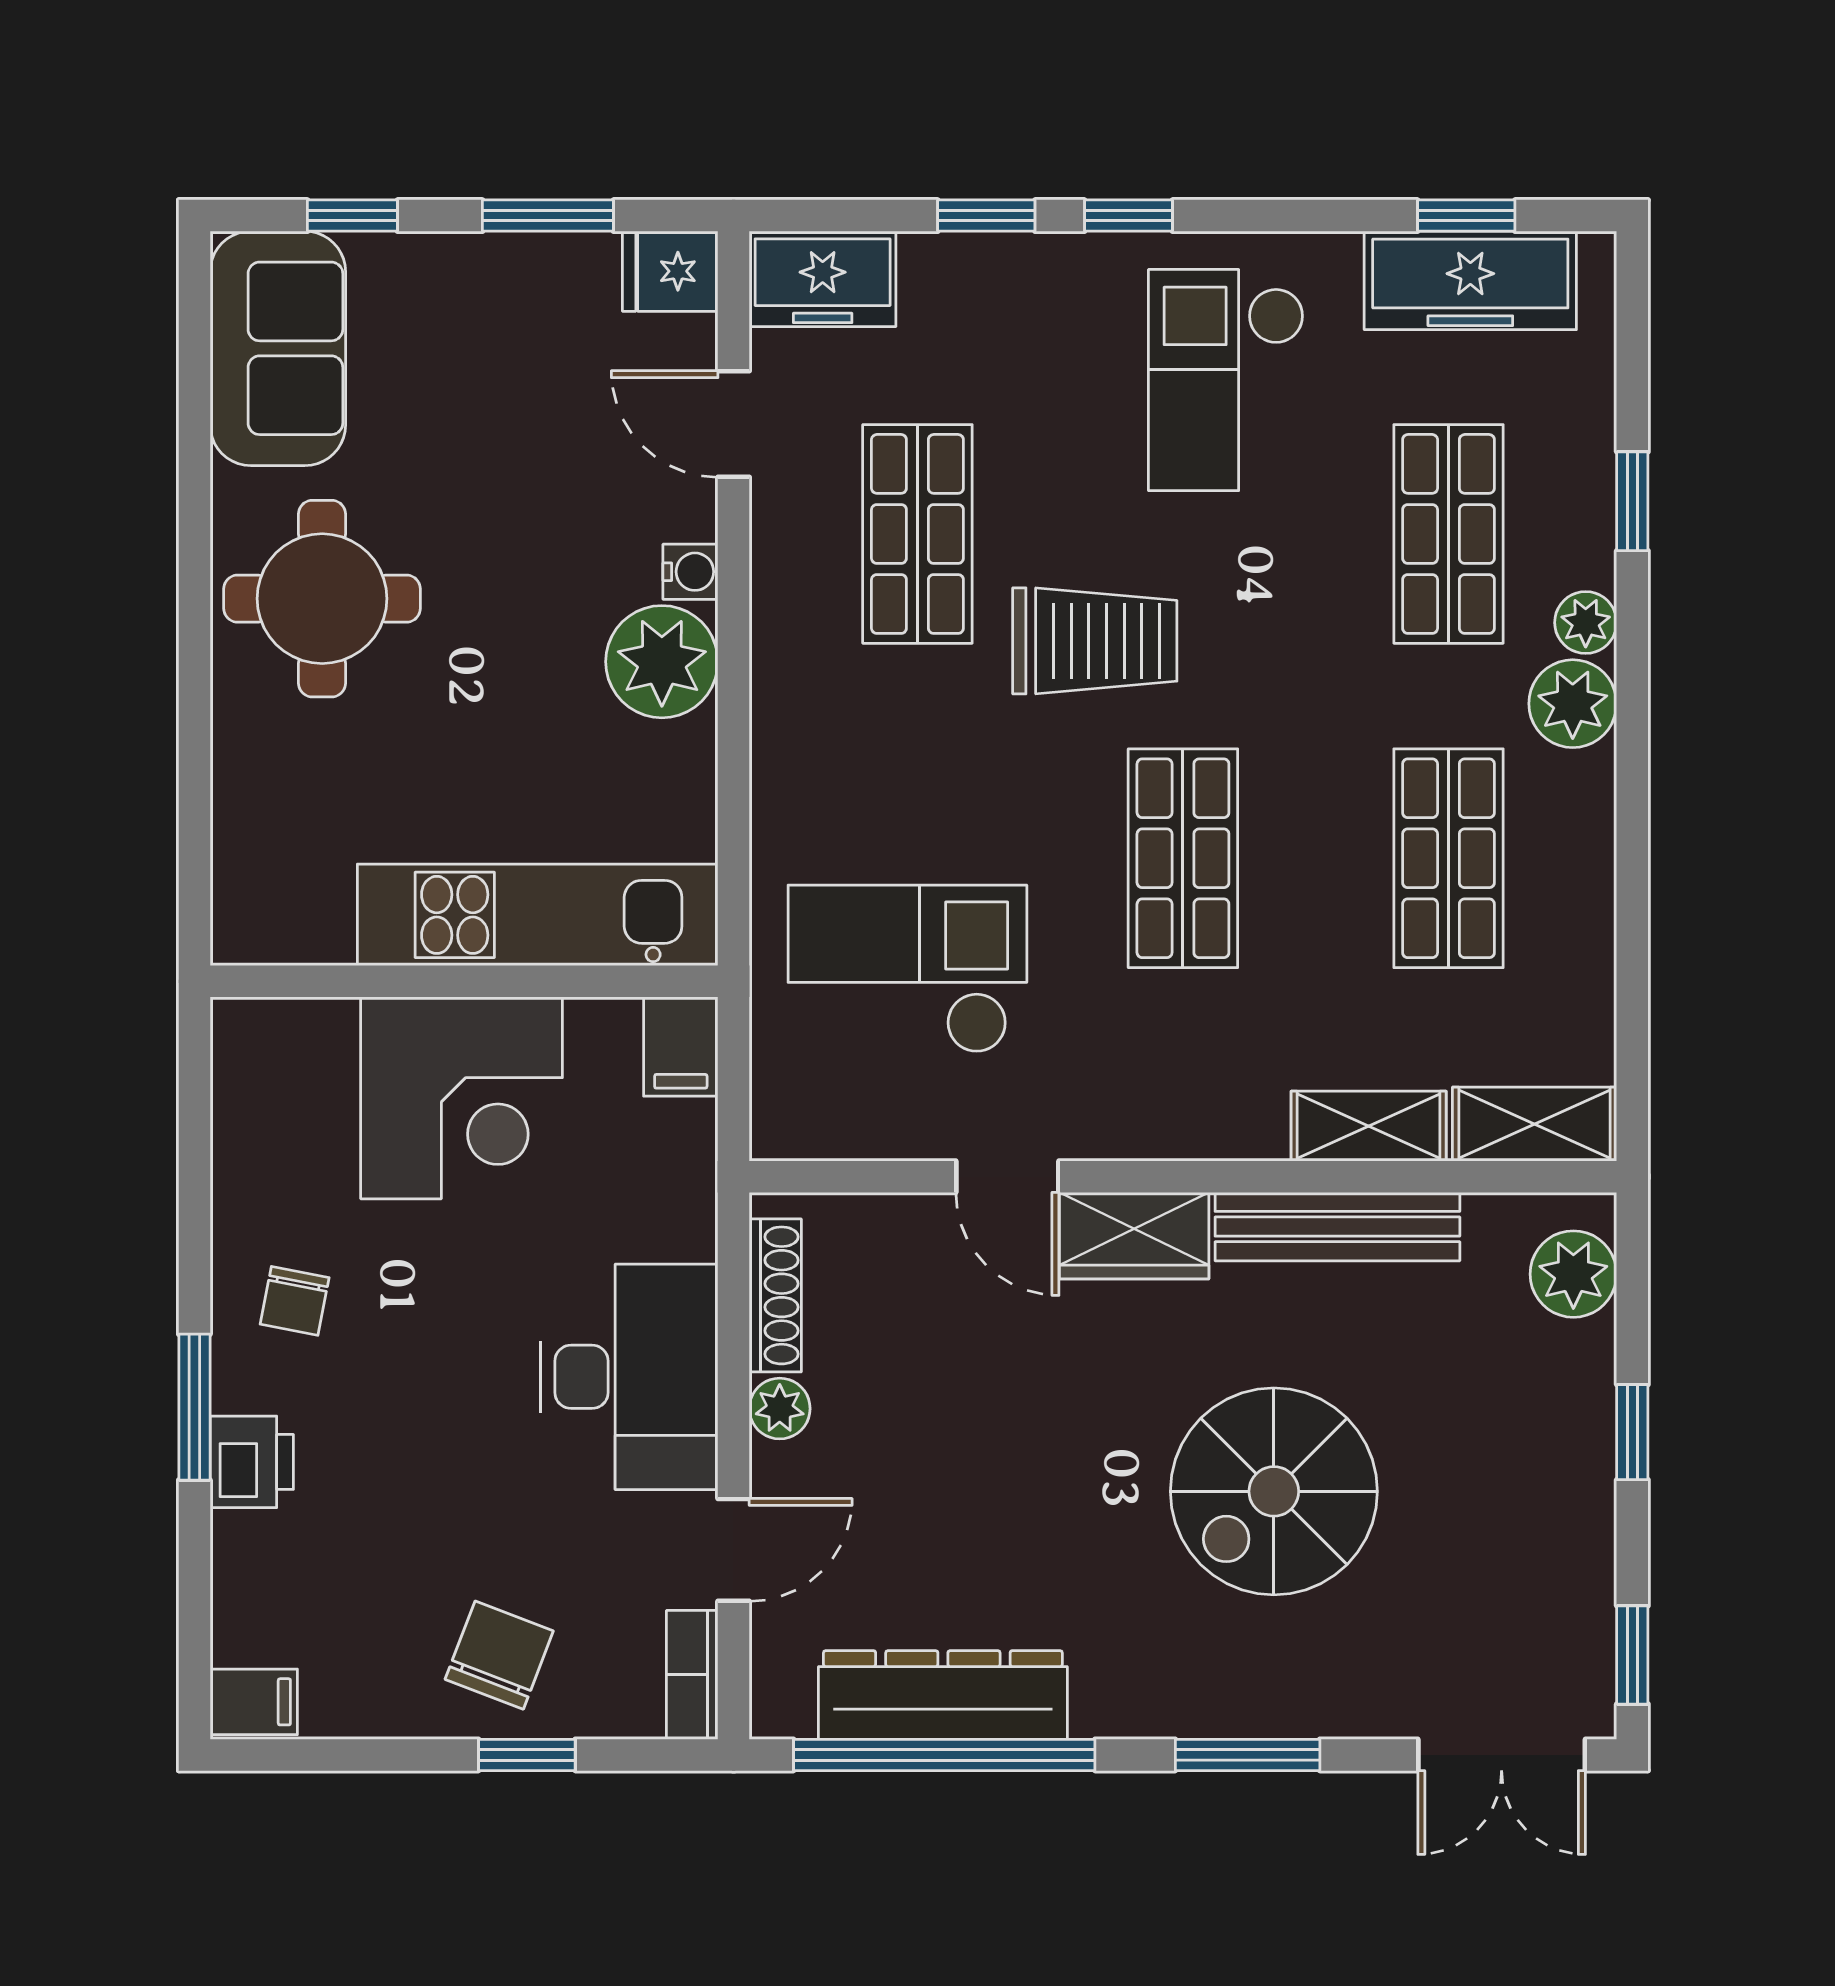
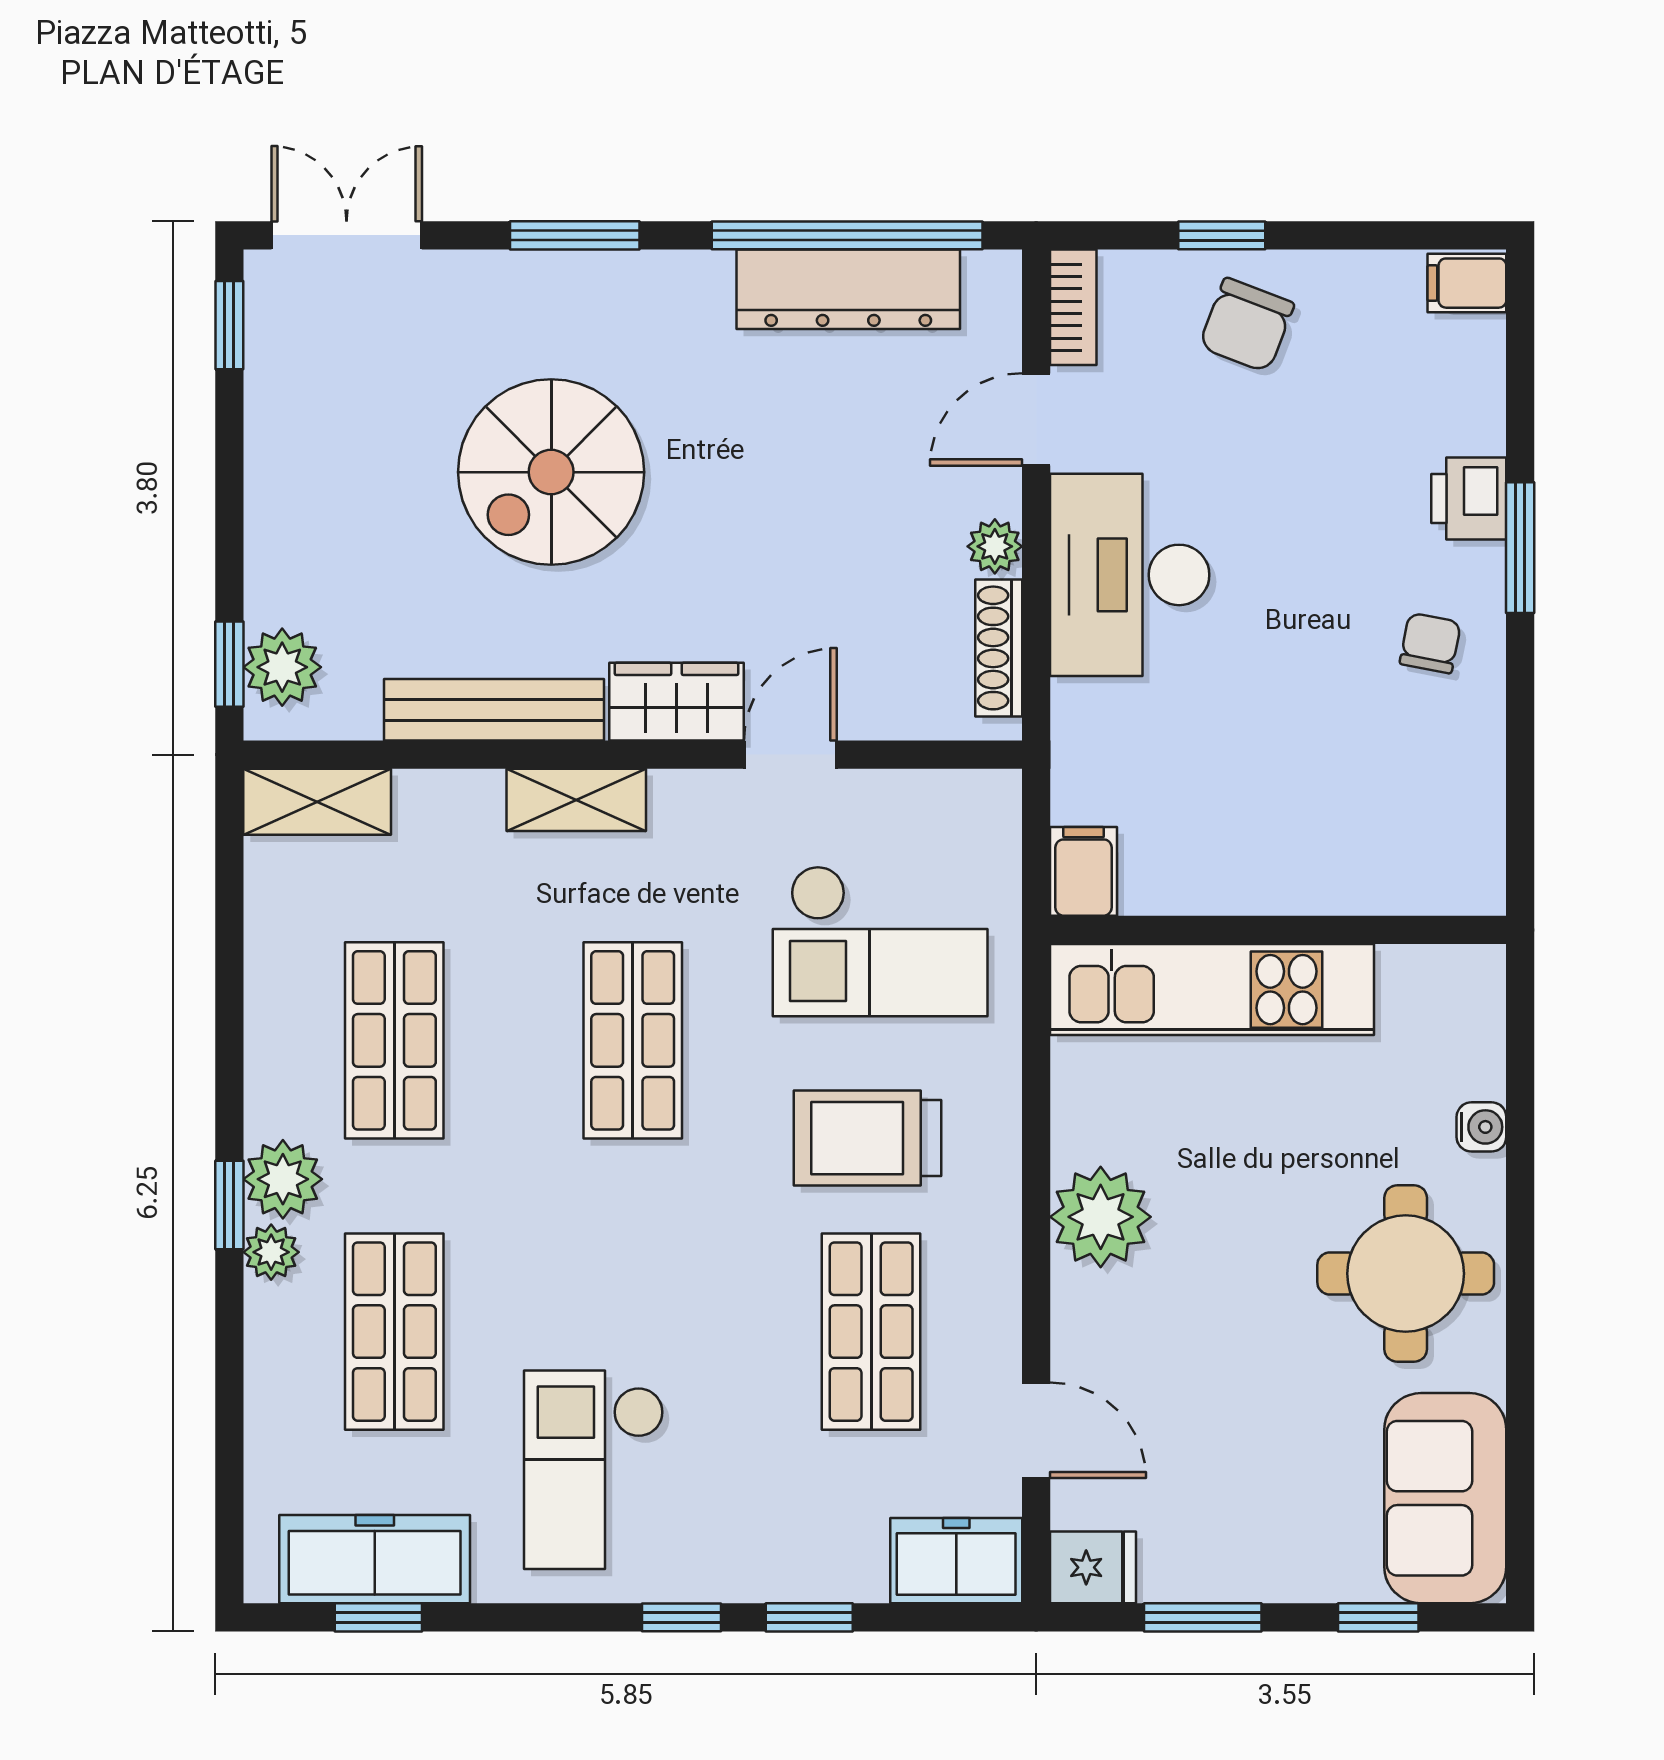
checkout: (1226, 380) -> (594, 1470), turned 180
window: (1632, 501) -> (229, 1205), moved
water cooler: (690, 572) -> (1481, 1127), moved, turned 180
trolley: (1095, 641) -> (868, 1138), moved
corner desk: (462, 1098) -> (1280, 825), removed
shelving: (1369, 1126) -> (576, 800), moved
door: (1007, 1177) -> (790, 755), hinge flipped
window: (1632, 1432) -> (229, 664), moved
spiral stairs: (1274, 1491) -> (551, 472), turned 180

